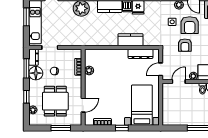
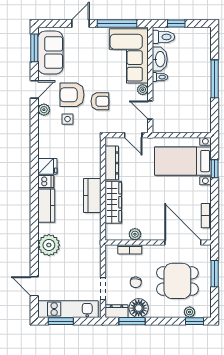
armchair: (190, 25) -> (72, 95), turned 180
kitchen counter: (130, 40) -> (92, 195), moved
wardrobe: (112, 55) -> (113, 202), added
window: (26, 97) -> (194, 321), moved
door: (83, 105) -> (183, 242), width x1.87
window: (122, 128) -> (215, 169), moved

